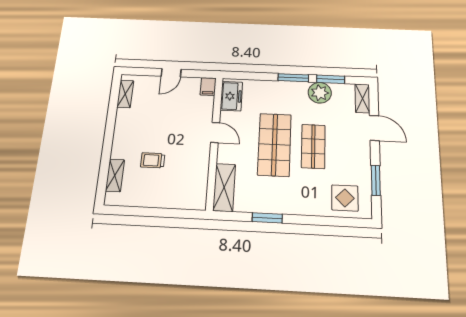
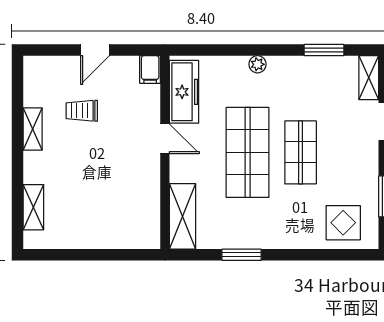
window: (293, 78) -> (271, 50), removed
plant: (320, 93) -> (258, 64), moved, width x0.53, depth x0.53
shelving: (125, 94) -> (33, 129), moved
freezer: (231, 96) -> (184, 92), width x1.40
trolley: (153, 160) -> (82, 111), moved

